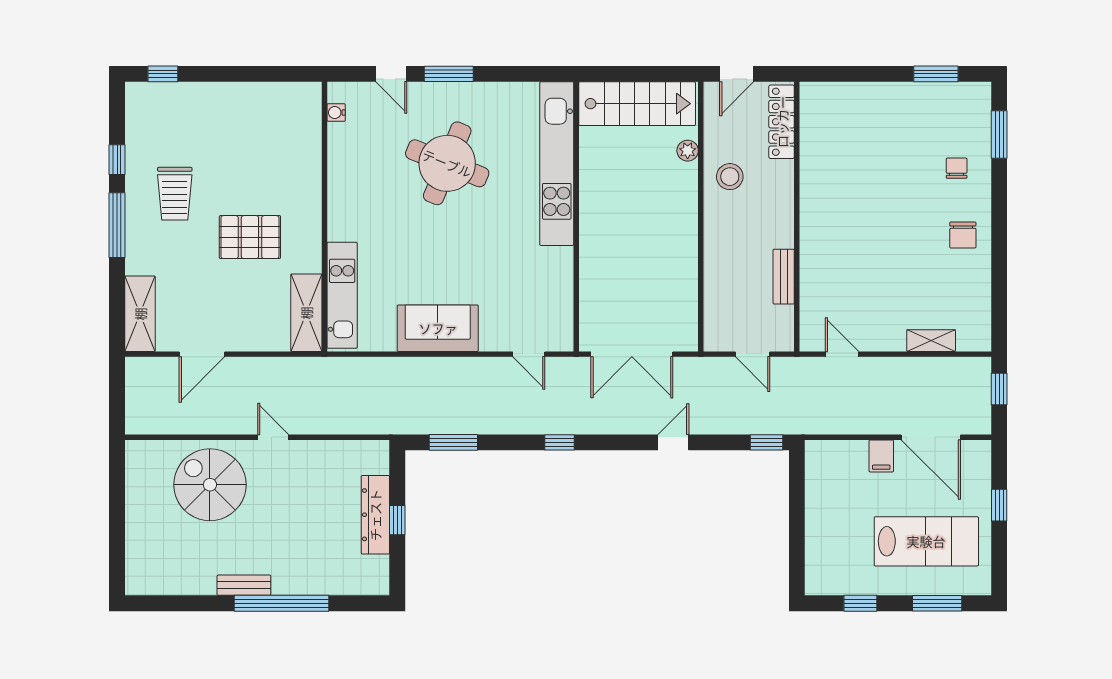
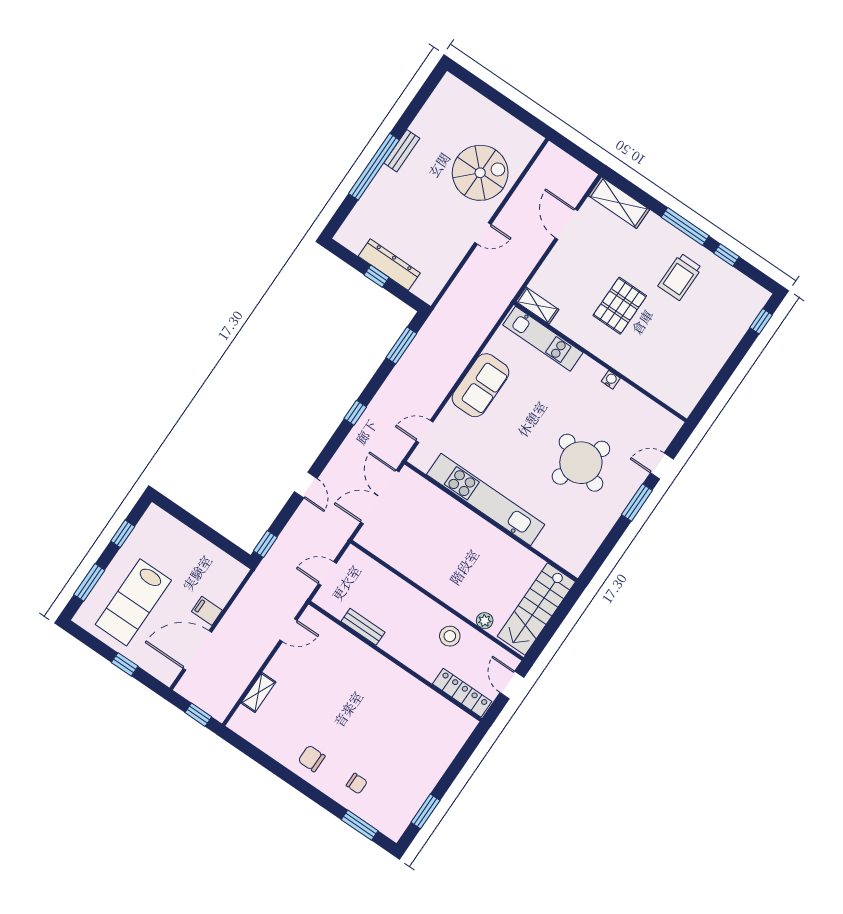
water cooler: (336, 113) -> (611, 380), moved
kitchen unit: (557, 164) -> (486, 500), moved
trolley: (175, 194) -> (680, 277), turned -90
shelving: (306, 313) -> (537, 305), width x0.67, depth x0.75

